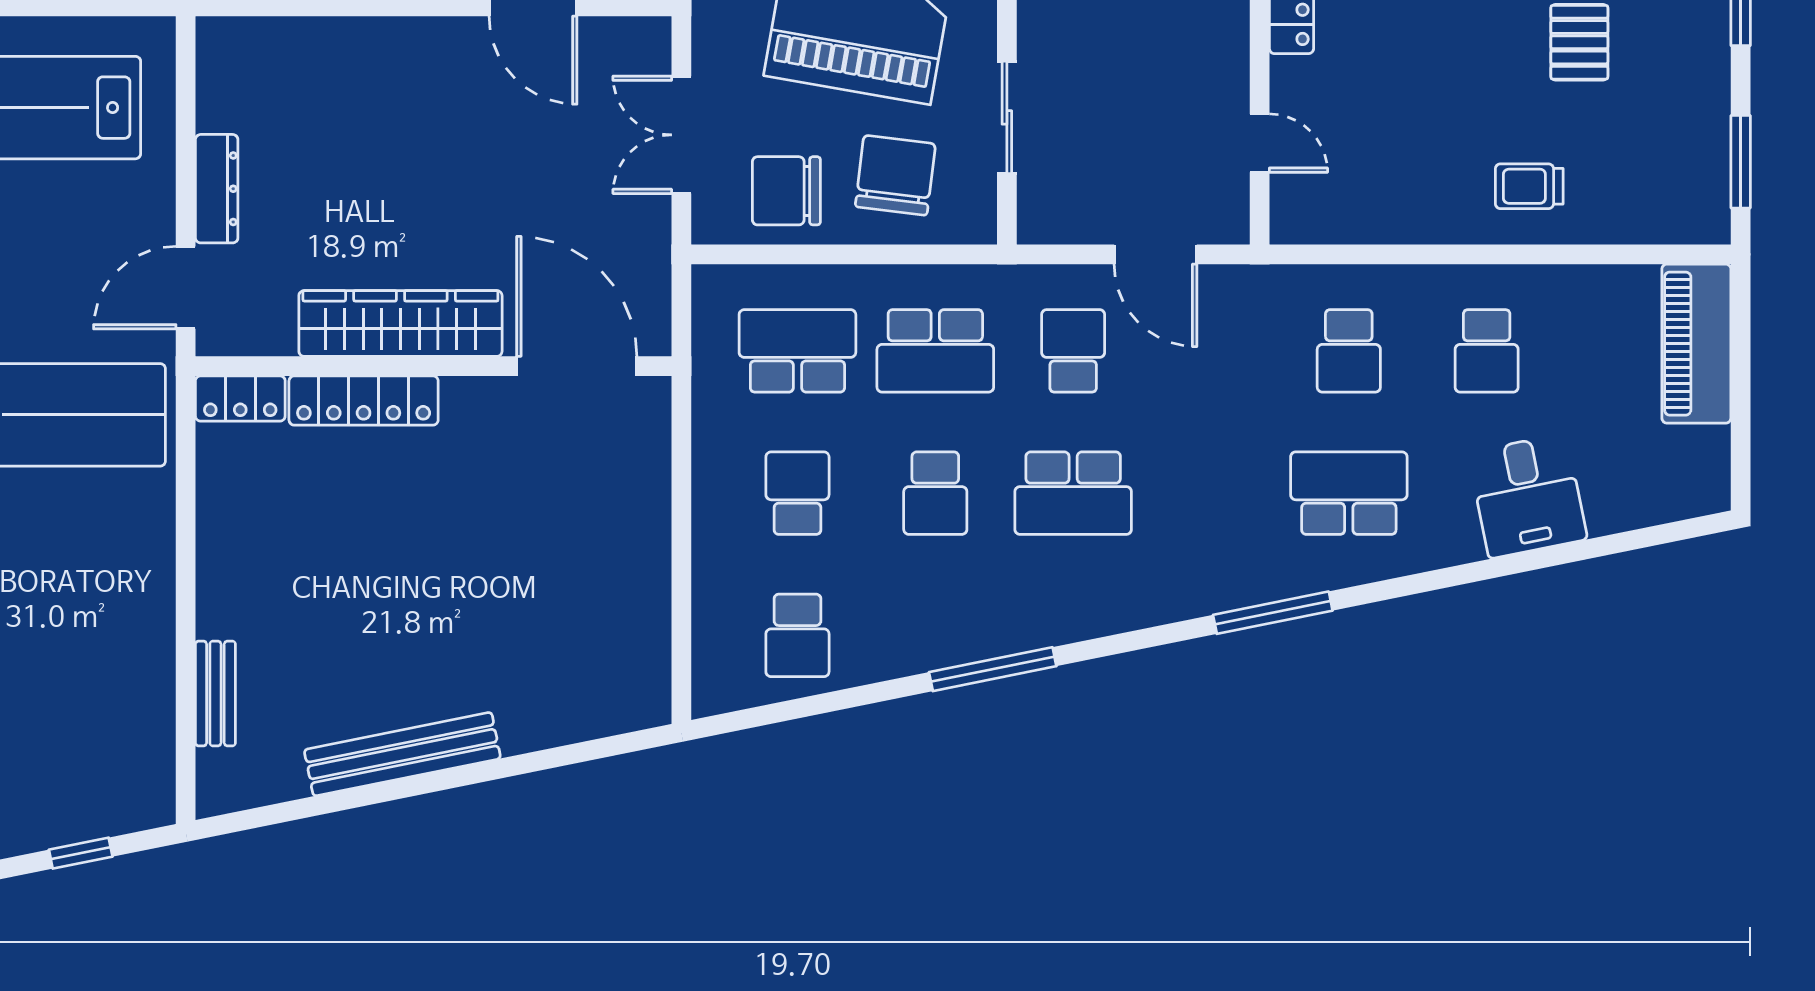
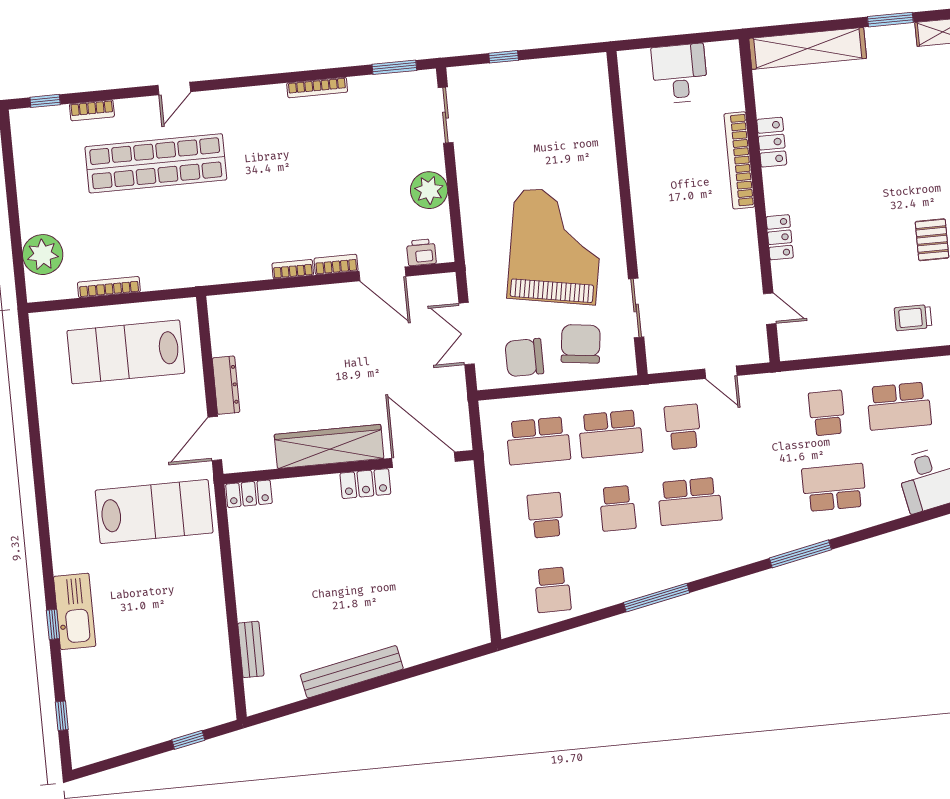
door: (1155, 254) -> (721, 372), width x0.73
school desk: (797, 351) -> (538, 441), turned 180
school desk: (1349, 351) -> (827, 413), turned 180
school desk: (1487, 351) -> (899, 406), width x1.85
locker: (364, 400) -> (365, 484), moved, width x0.66

